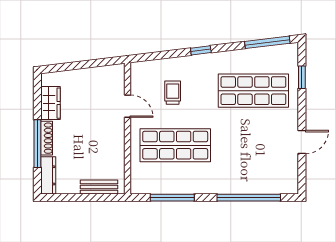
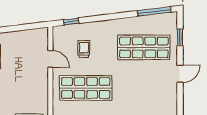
window: (201, 50) -> (71, 22), moved
door: (302, 142) -> (180, 74), moved

